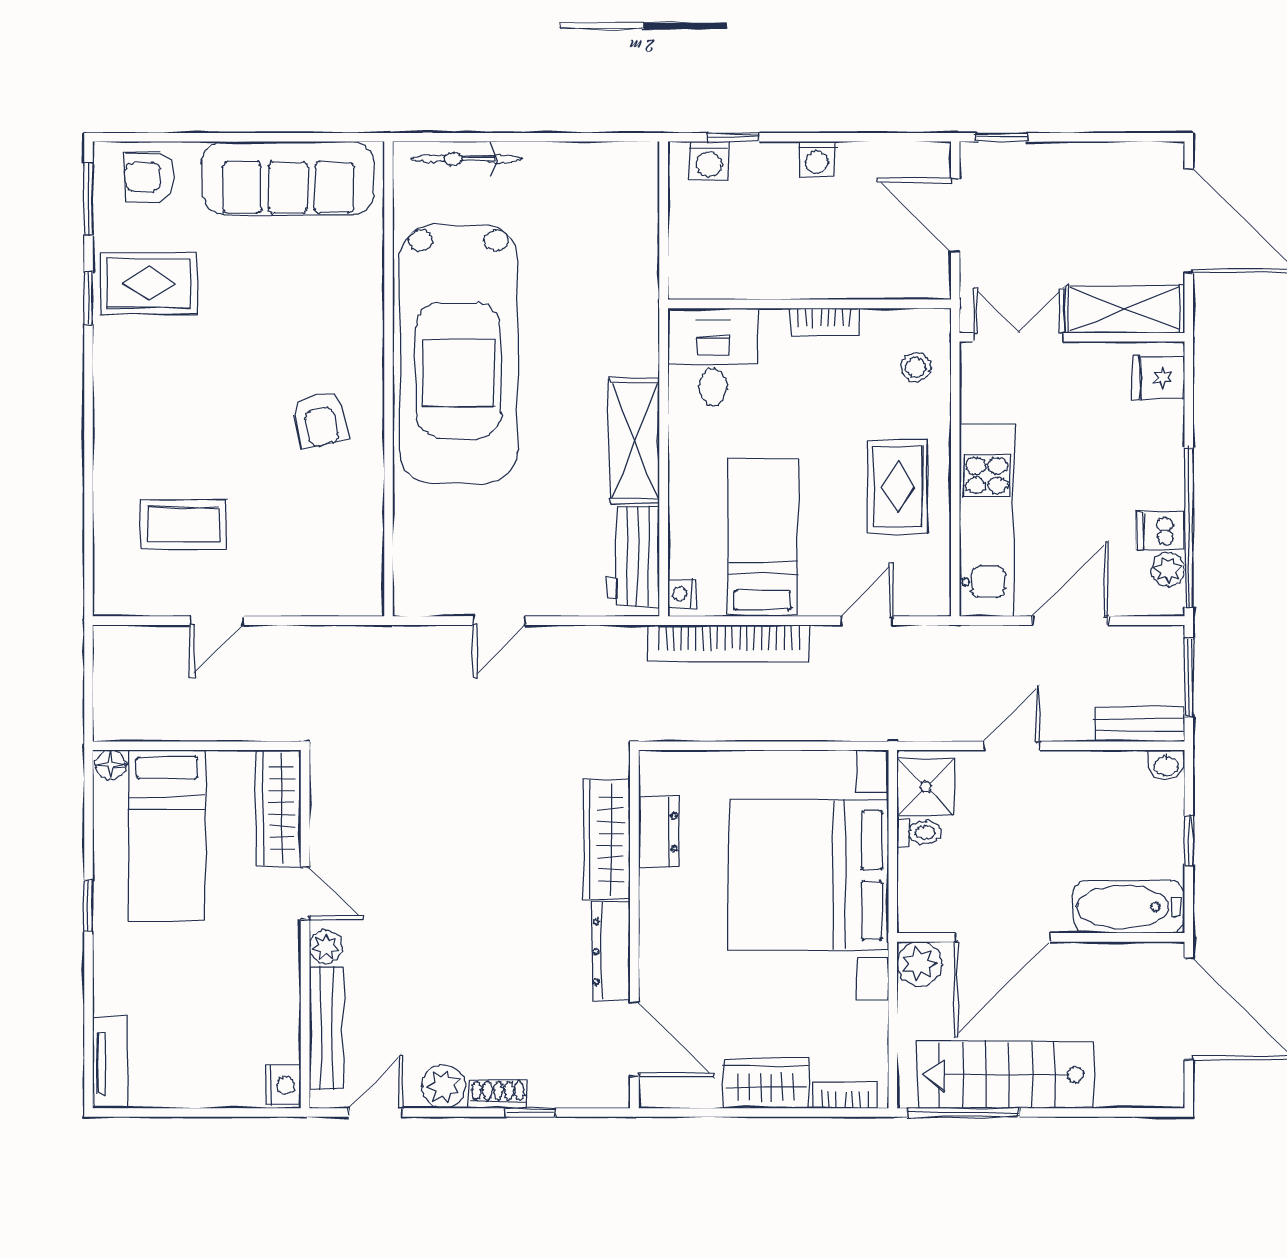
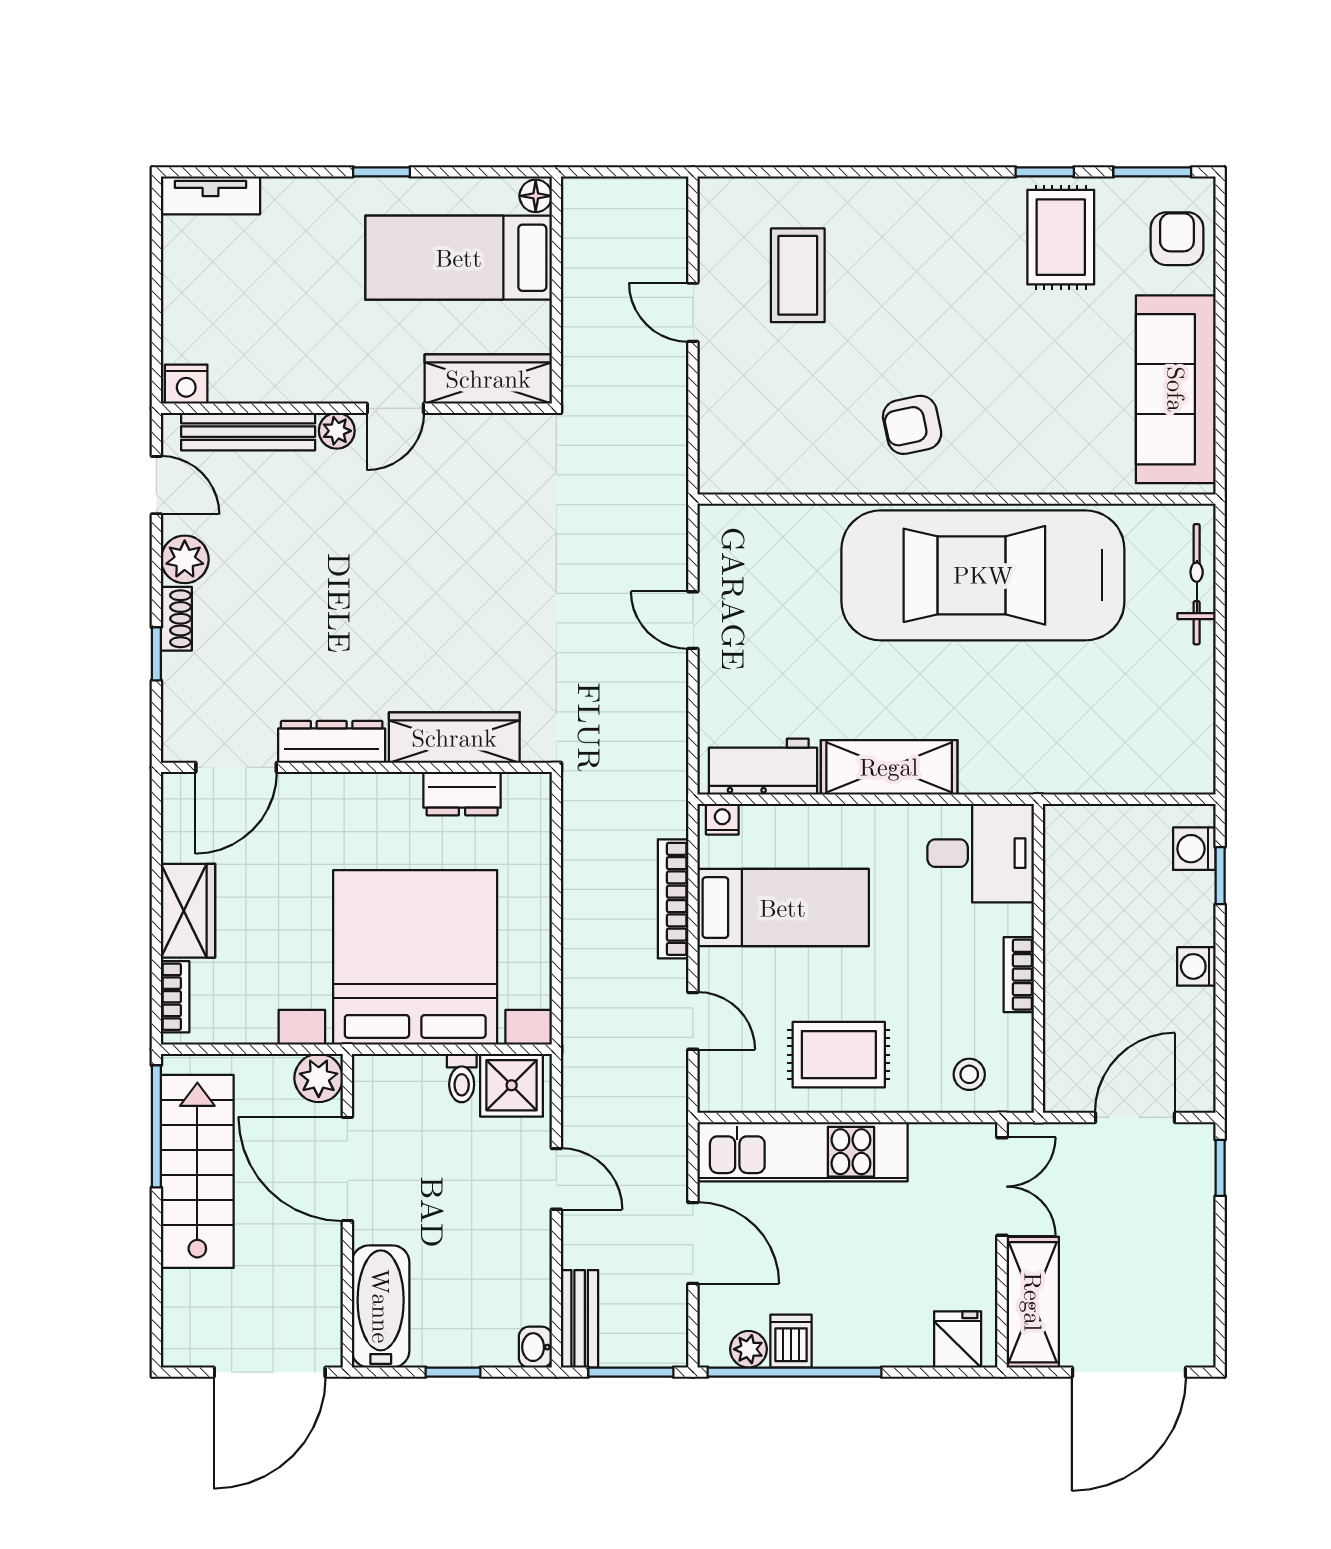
bookcase: (729, 643) -> (673, 899), width x0.68, depth x0.76

